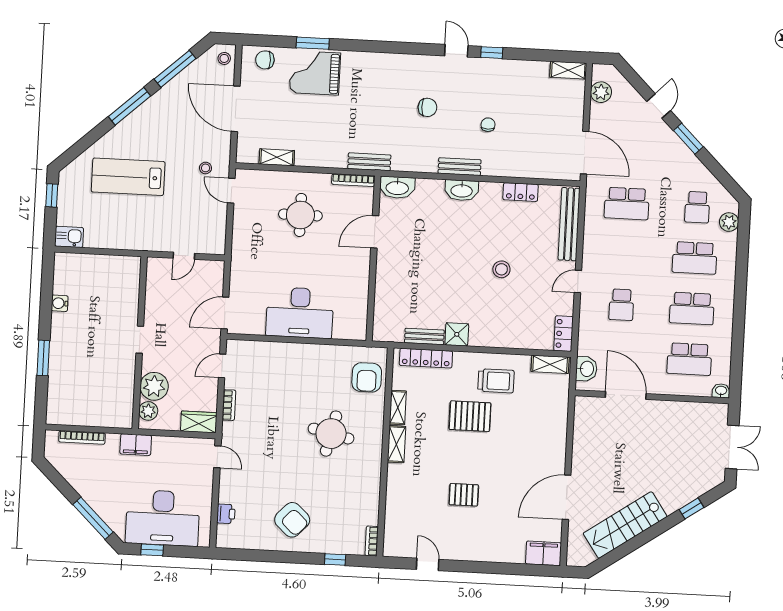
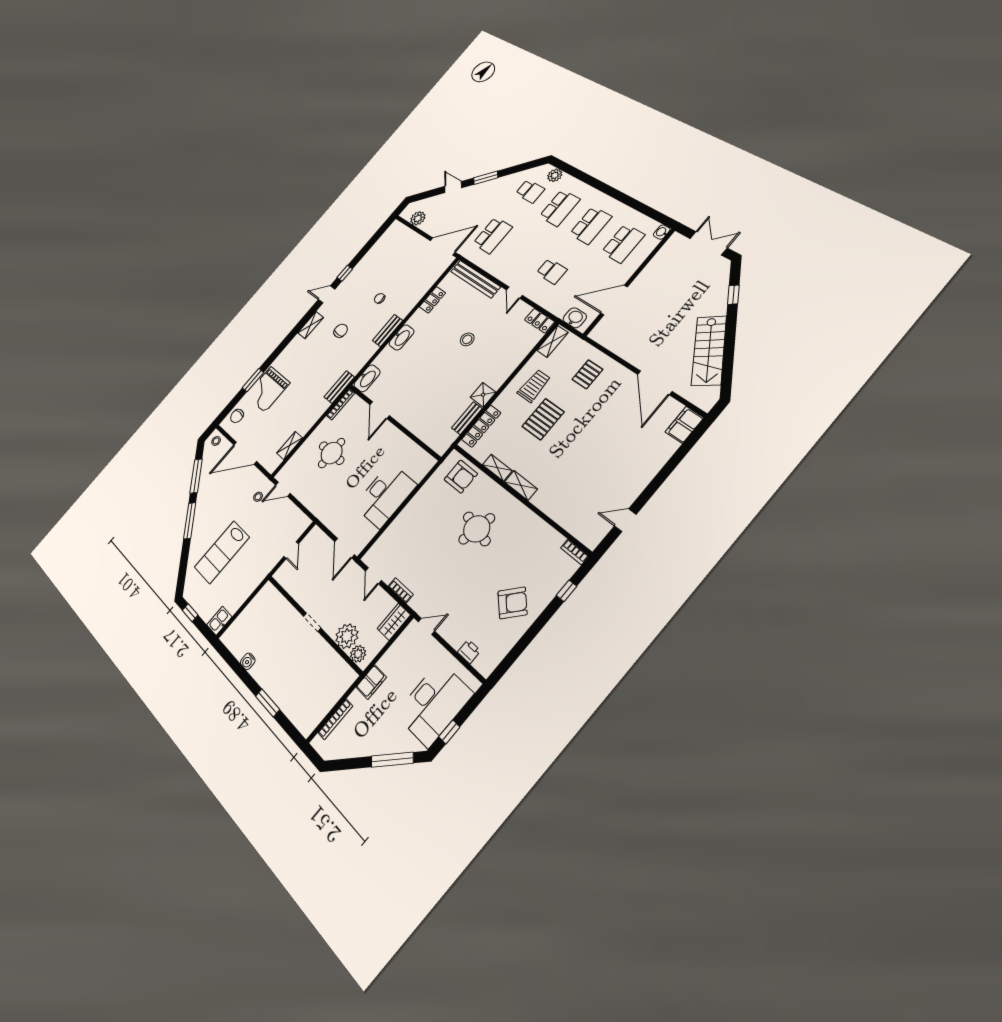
shelving: (568, 70) -> (311, 325), moved
pallet: (464, 495) -> (587, 374), moved

